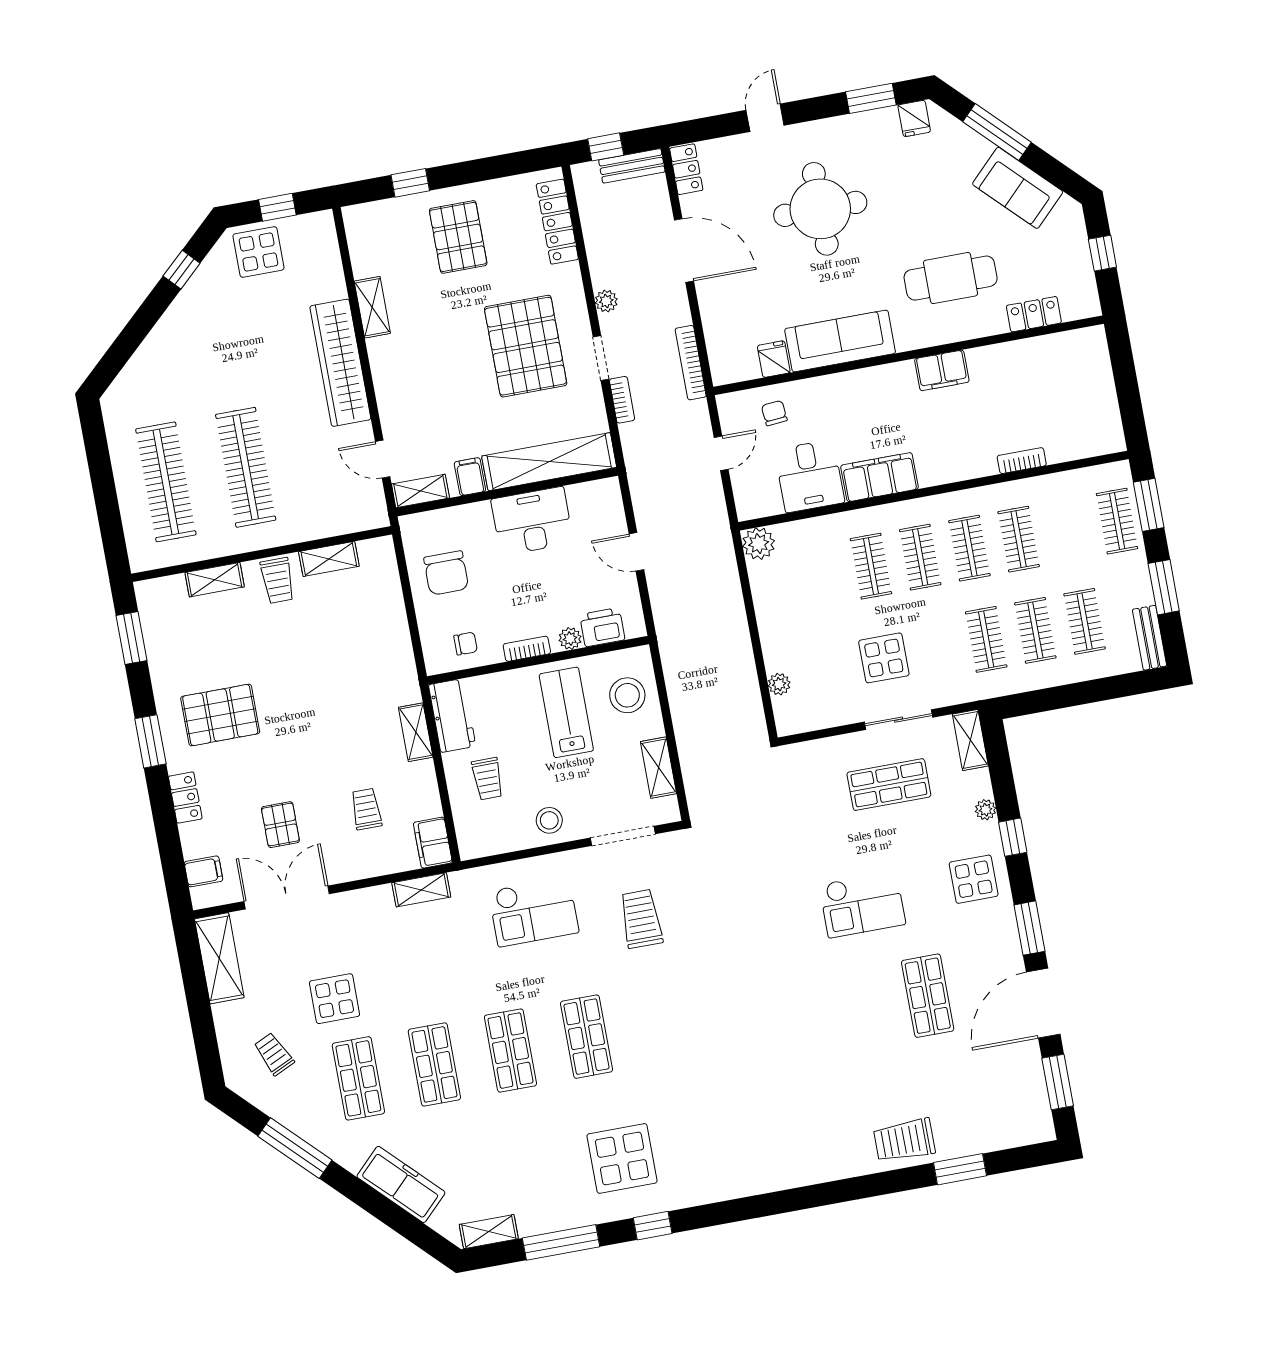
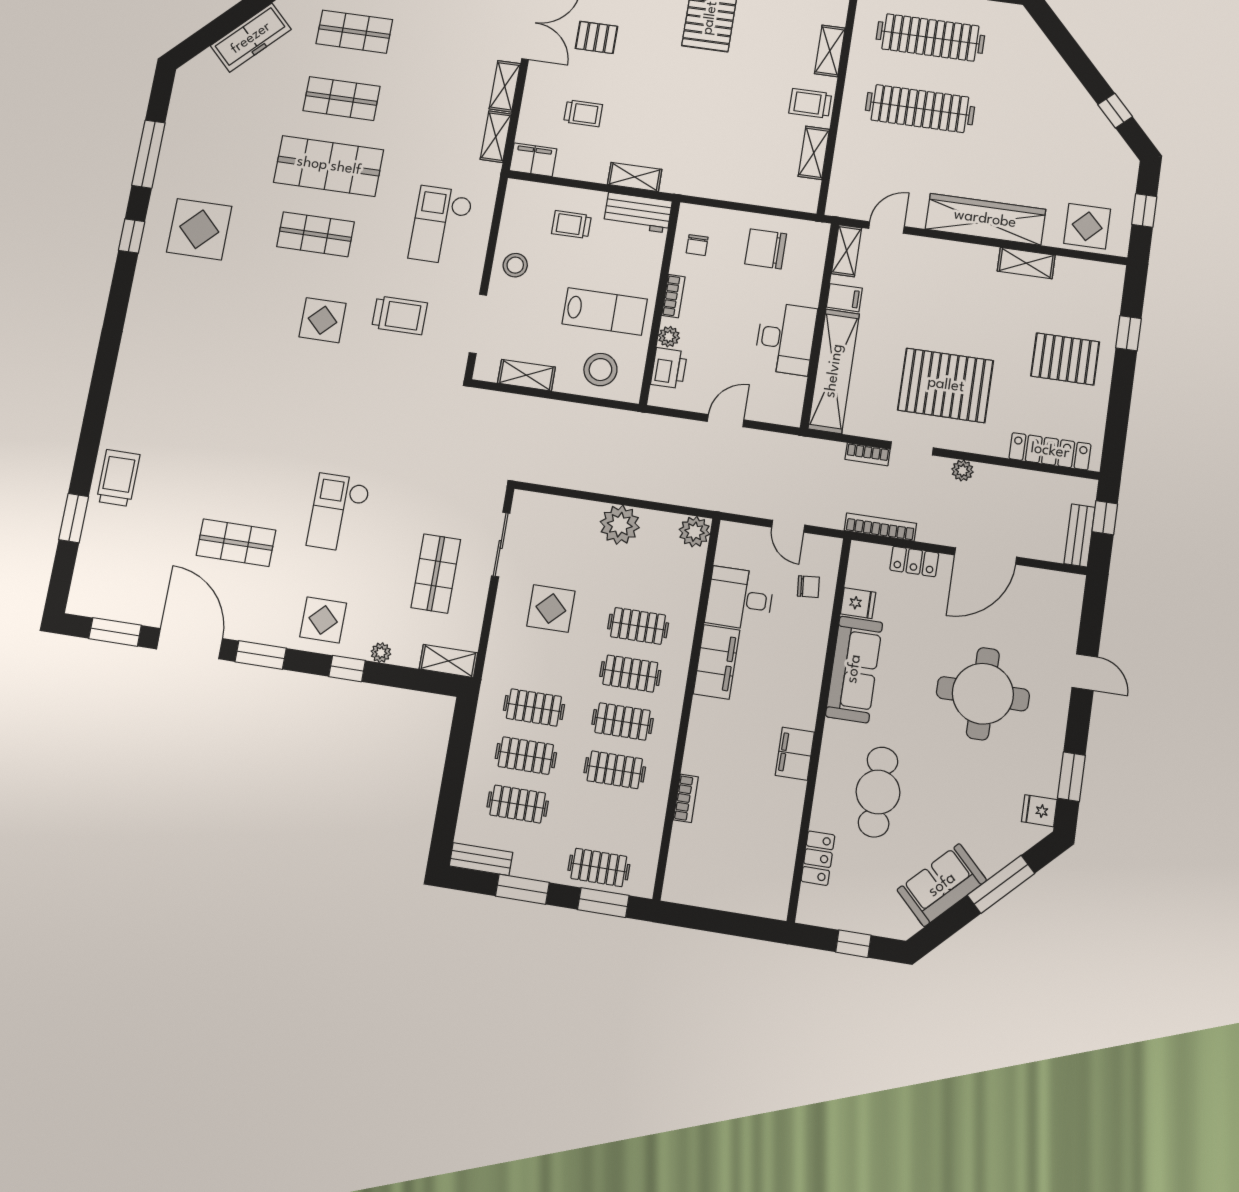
locker: (686, 169) -> (914, 562), moved
display table: (258, 252) -> (1087, 226), moved
plant: (779, 684) -> (620, 525), moved, width x1.88, depth x1.88
sliding door: (899, 720) -> (501, 544), moved
display table: (335, 999) -> (323, 320), moved
shop shelf: (510, 1051) -> (329, 166), width x1.43, depth x1.36
shelving: (489, 1232) -> (505, 86), moved

